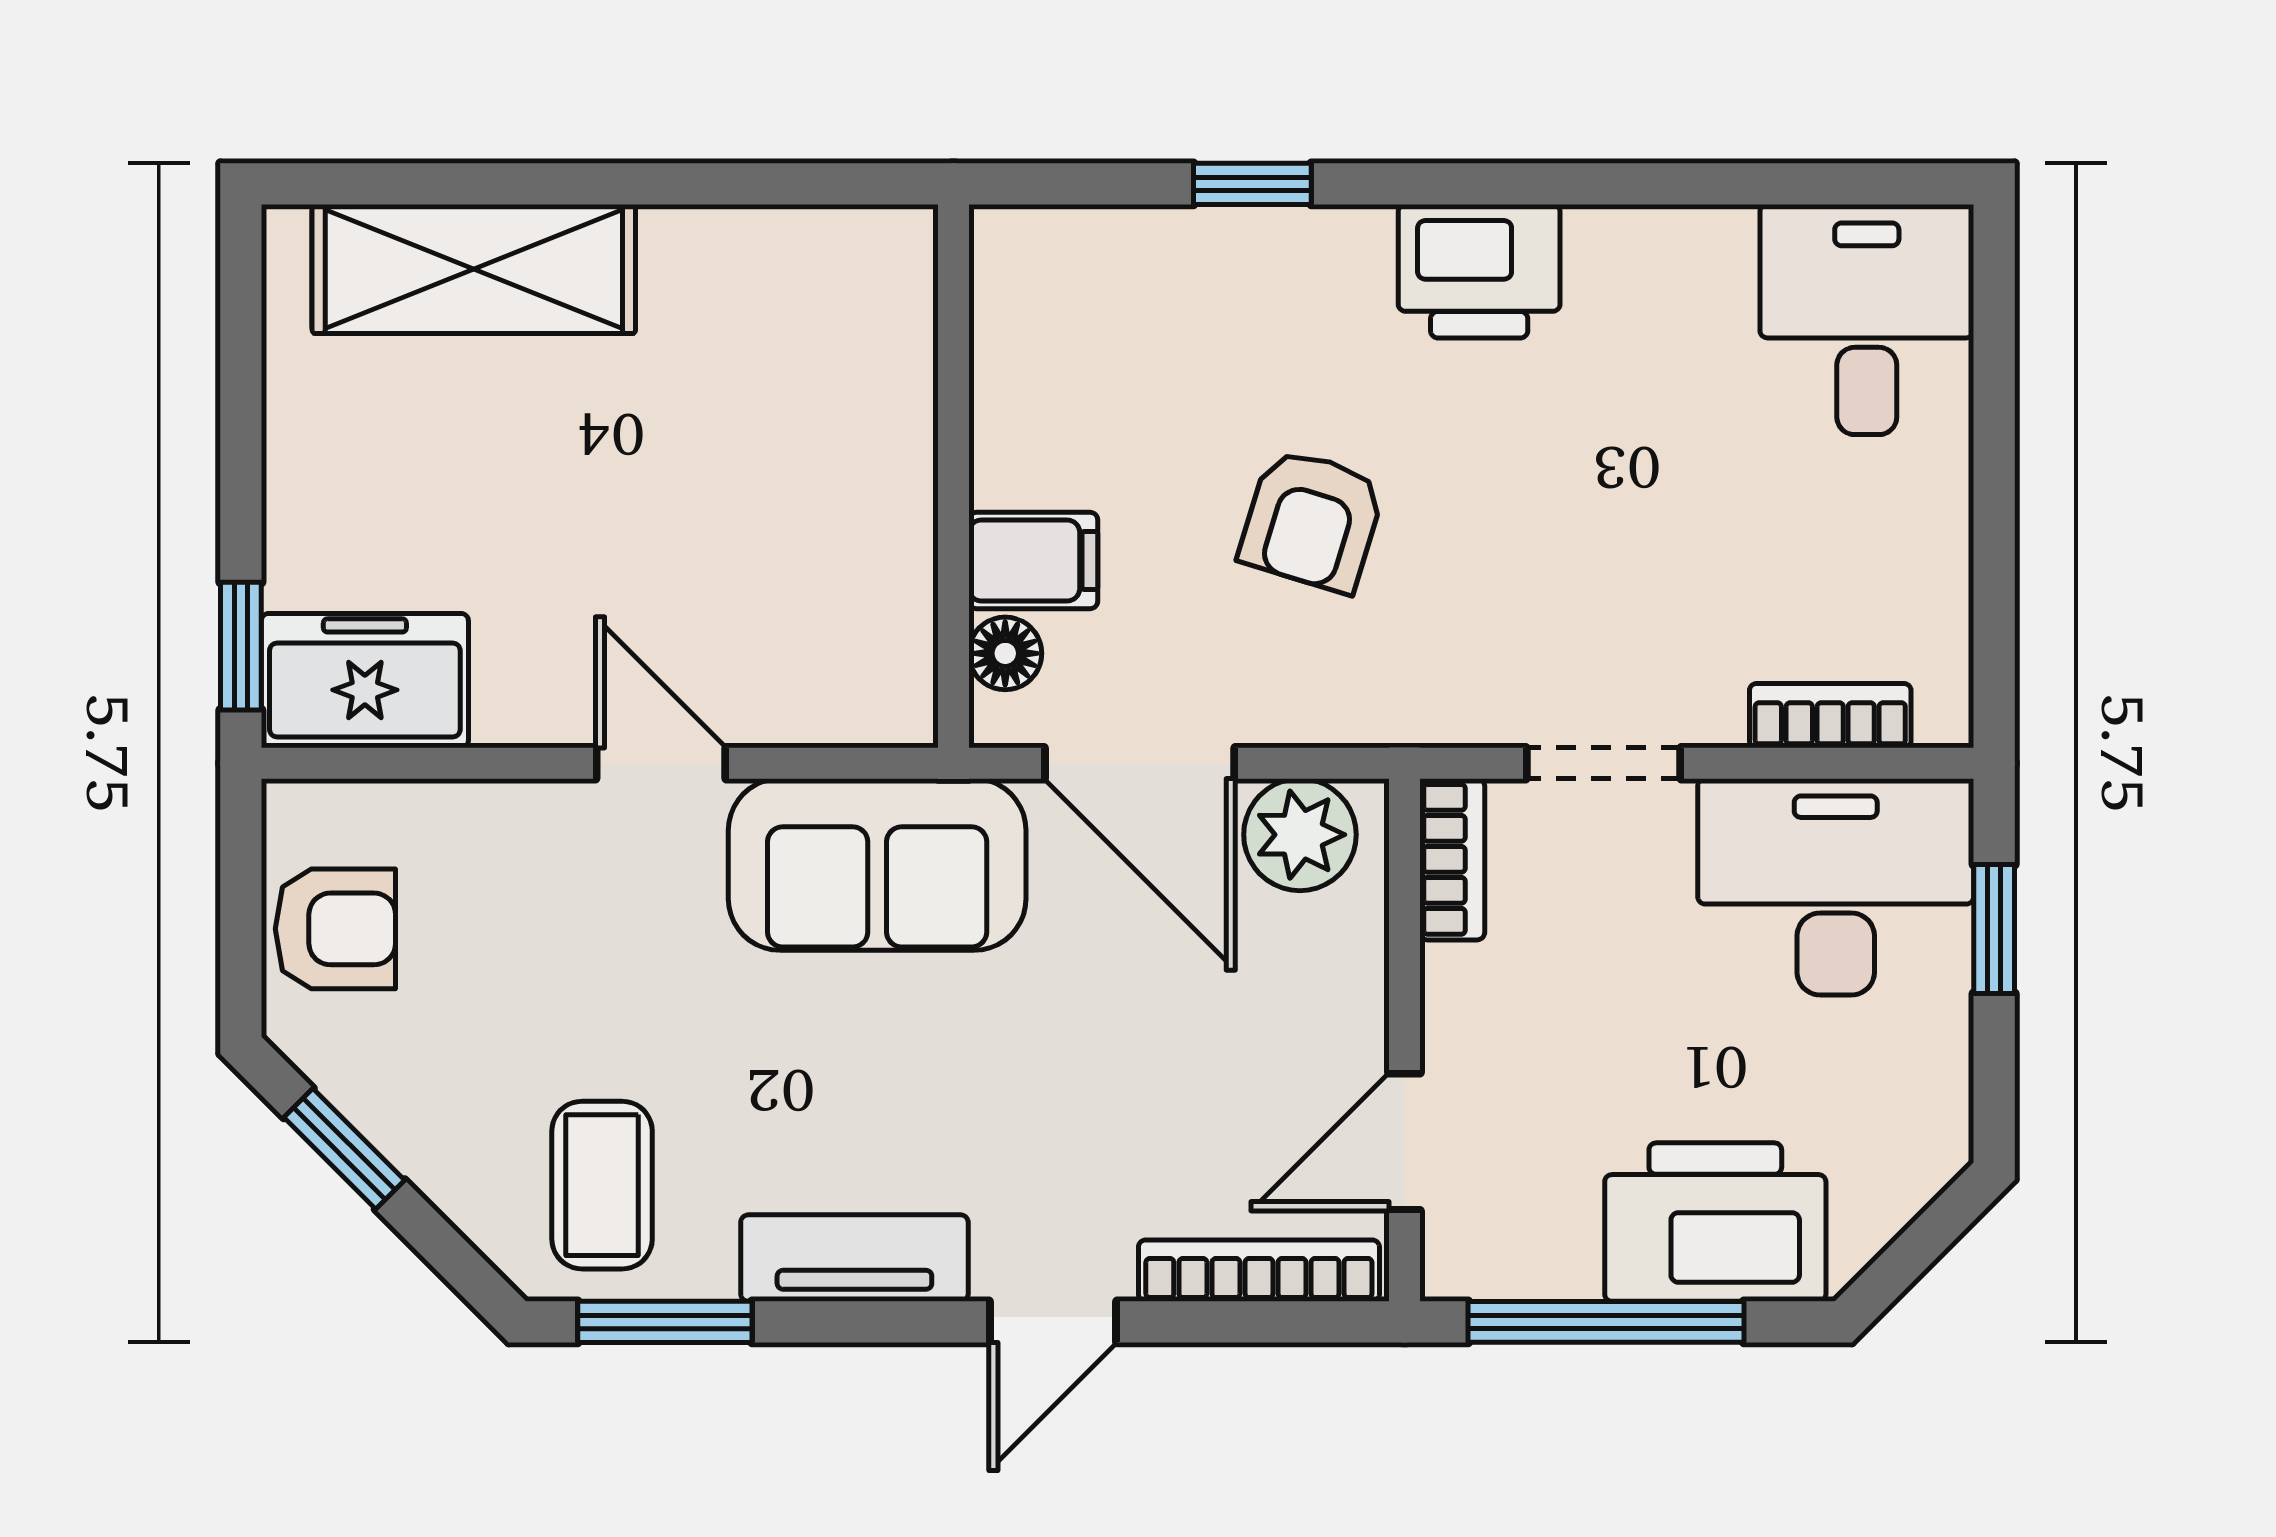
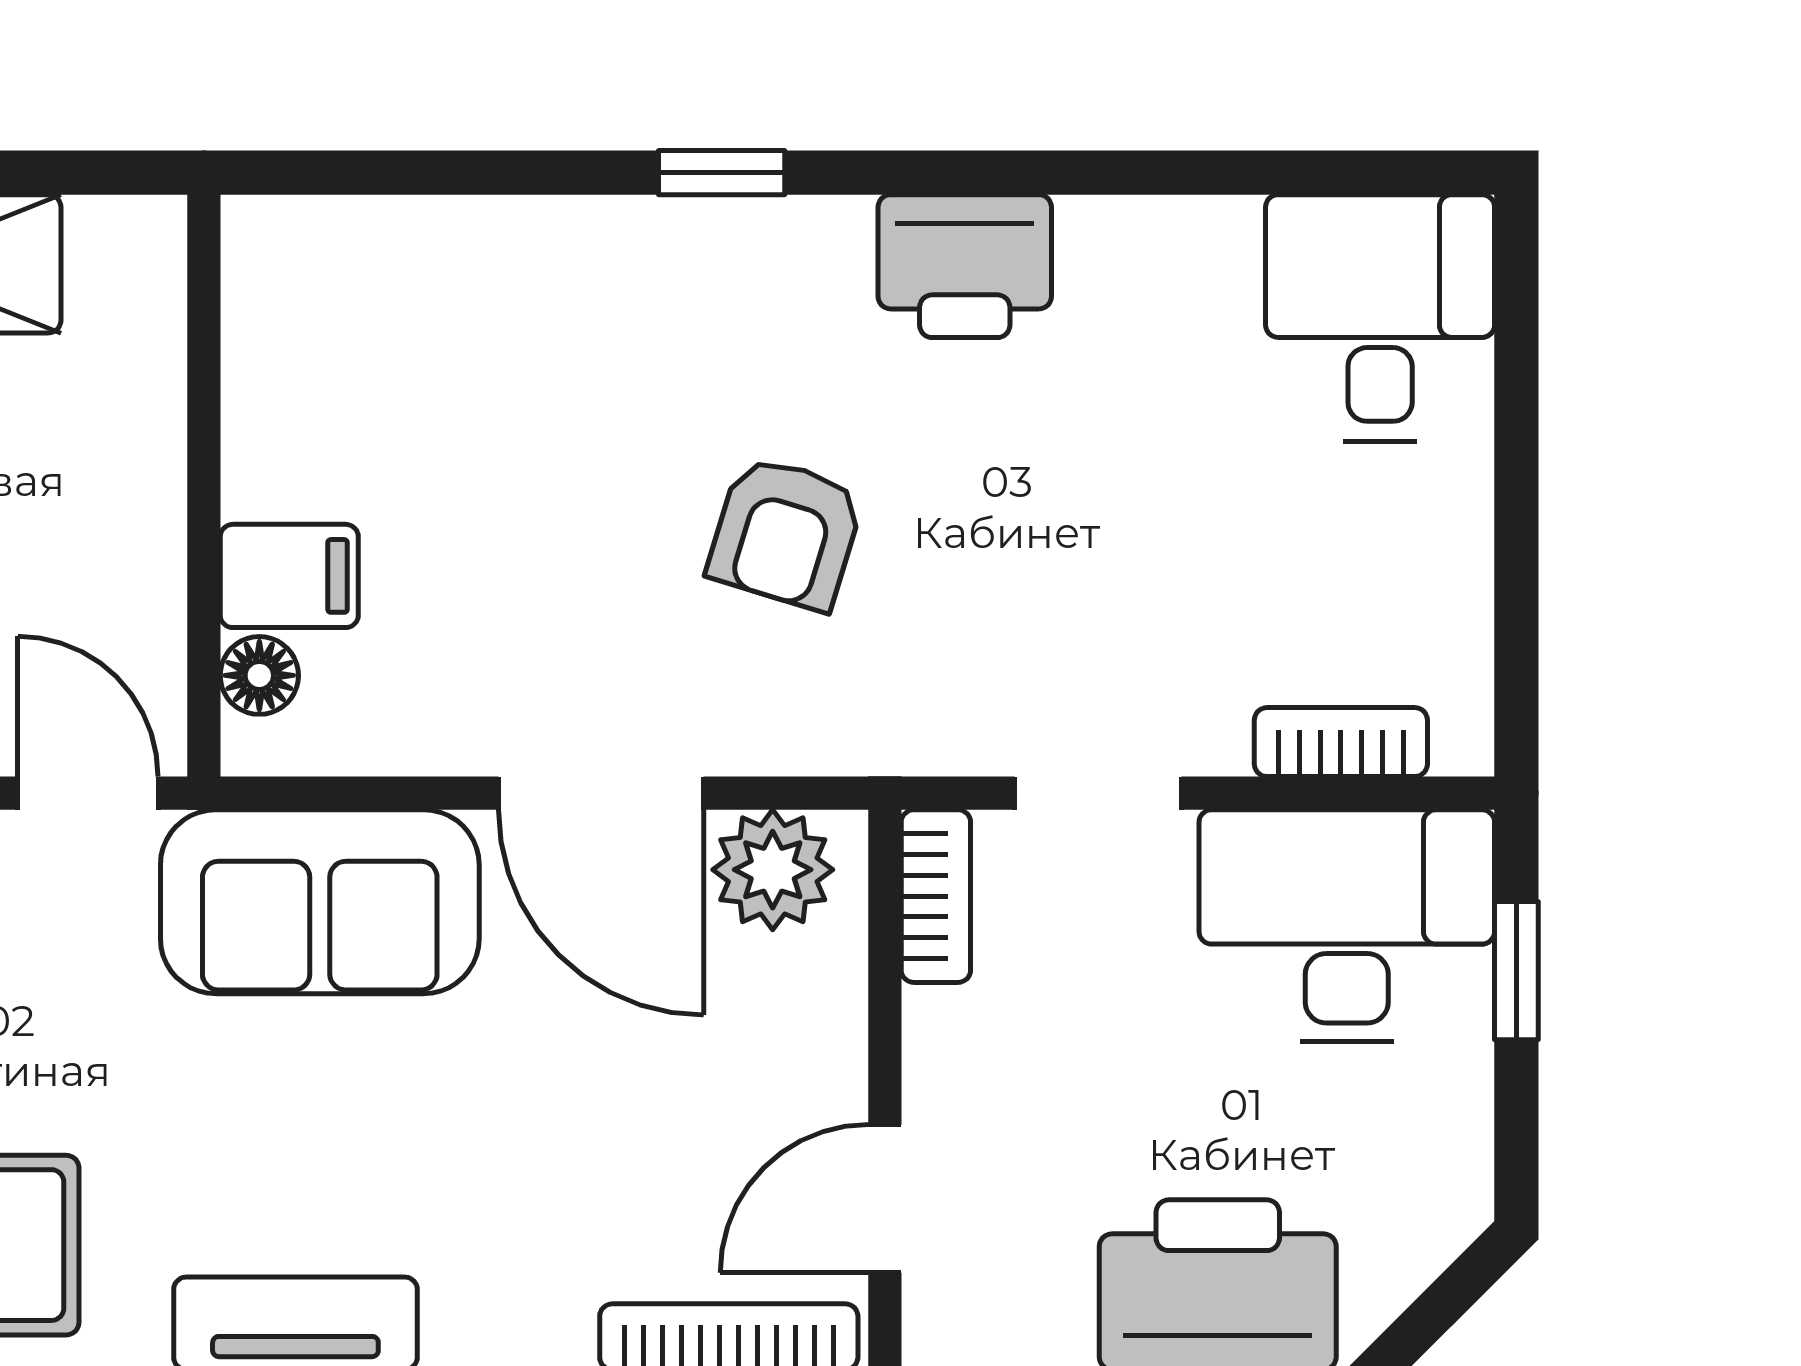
wall: (953, 476) -> (204, 486), moved
filing cabinet: (1033, 561) -> (289, 576), moved
floor lamp: (1005, 653) -> (259, 675), moved

